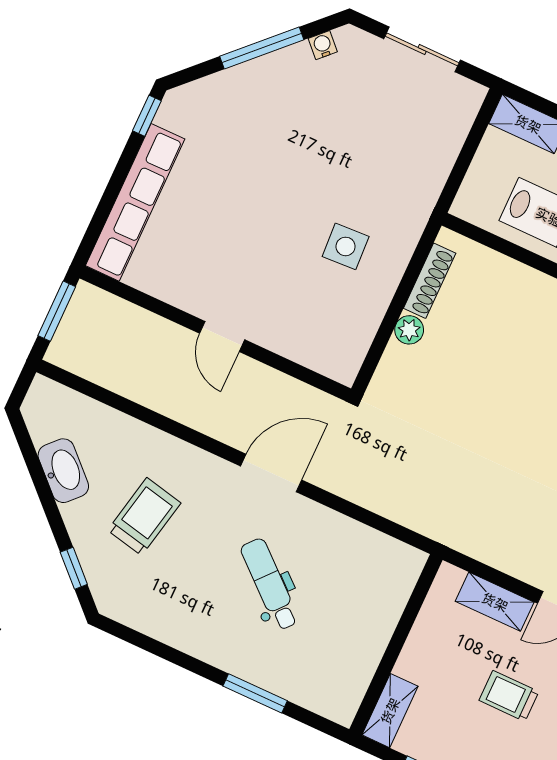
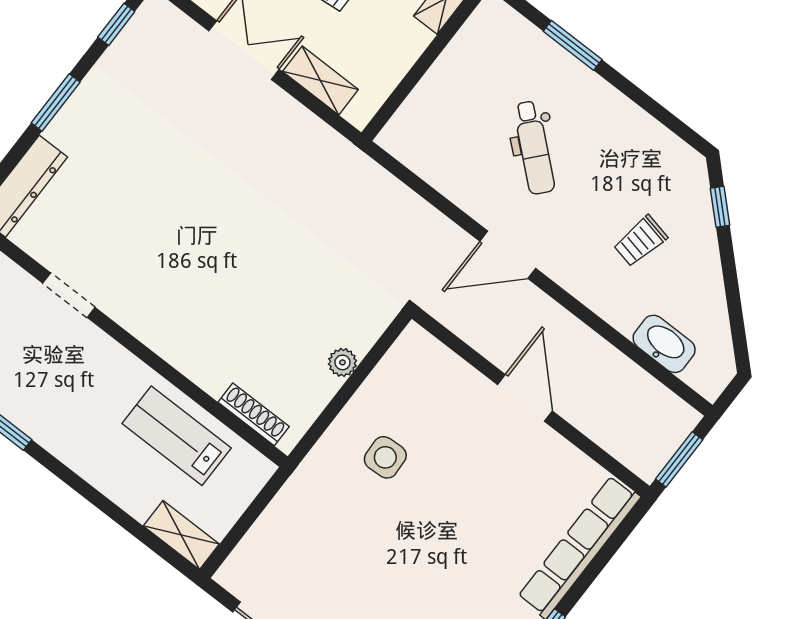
shoe rack: (430, 281) -> (254, 414), moved, turned 90
door: (222, 336) -> (525, 398), width x1.38
washbasin: (63, 471) -> (664, 344), moved, turned 136
trolley: (144, 517) -> (640, 241), width x0.73, depth x0.72

